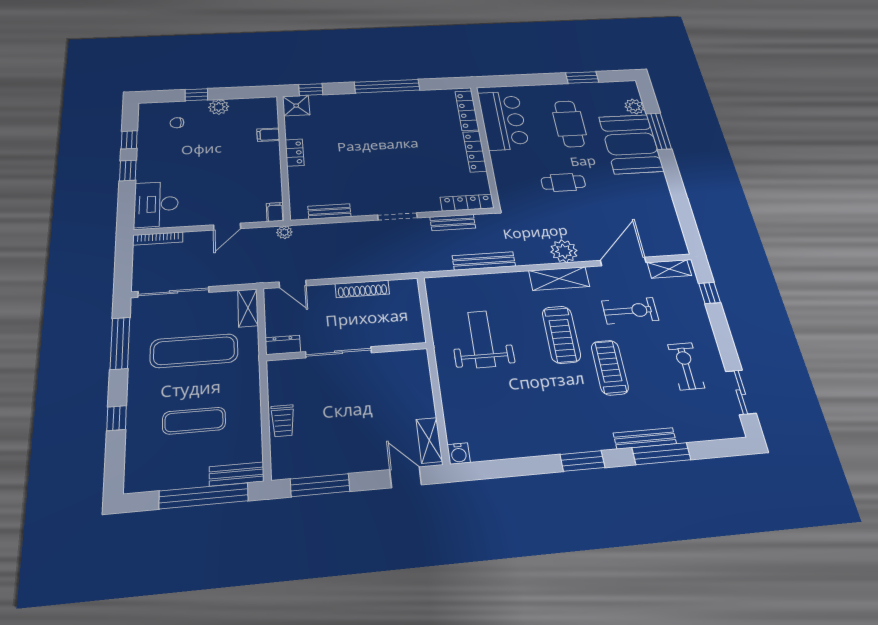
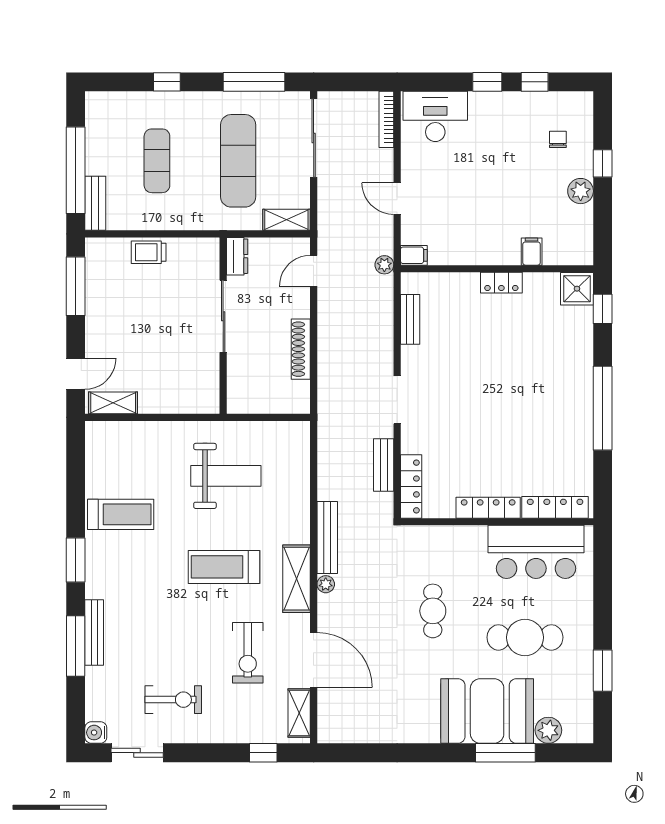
plant: (564, 251) -> (326, 584), width x0.53, depth x0.53
bench: (484, 261) -> (327, 537), moved
treadmill: (610, 367) -> (121, 514), moved
water cooler: (459, 454) -> (96, 733), moved

